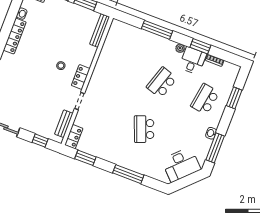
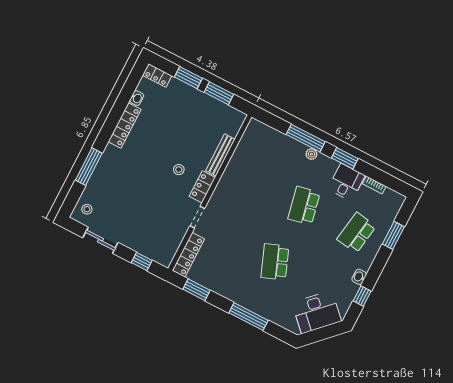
bench: (100, 30) -> (220, 155), moved
window: (200, 46) -> (345, 158), moved
plant: (180, 48) -> (311, 154), moved
school desk: (162, 83) -> (304, 206), turned -30
bench: (64, 124) -> (174, 243), removed
locker: (74, 137) -> (188, 255), width x1.53
window: (215, 148) -> (362, 296), width x0.46

